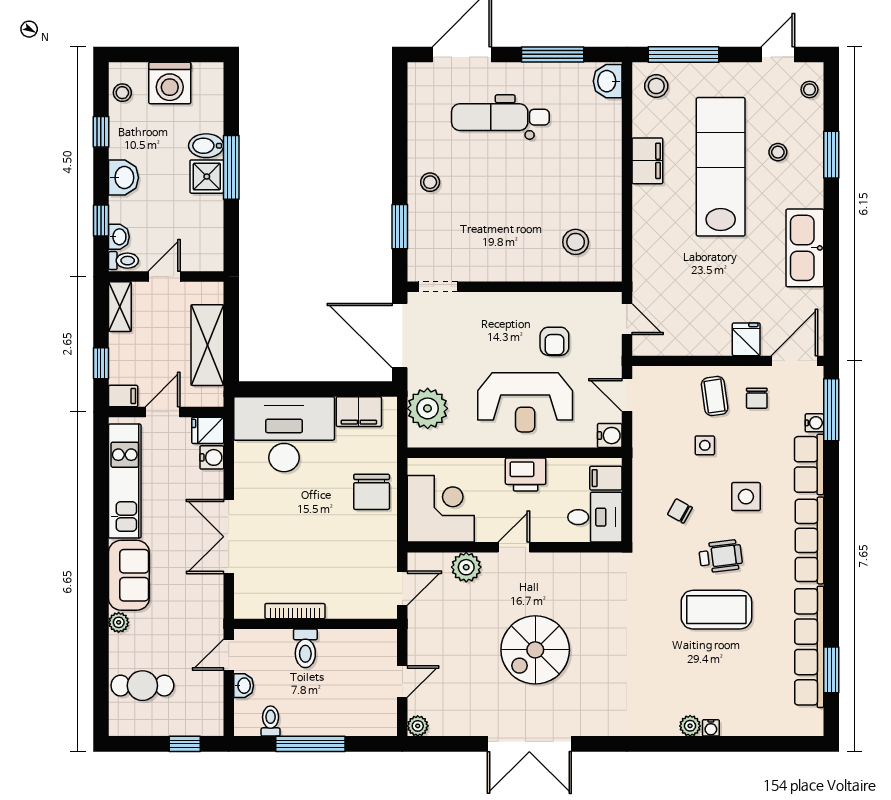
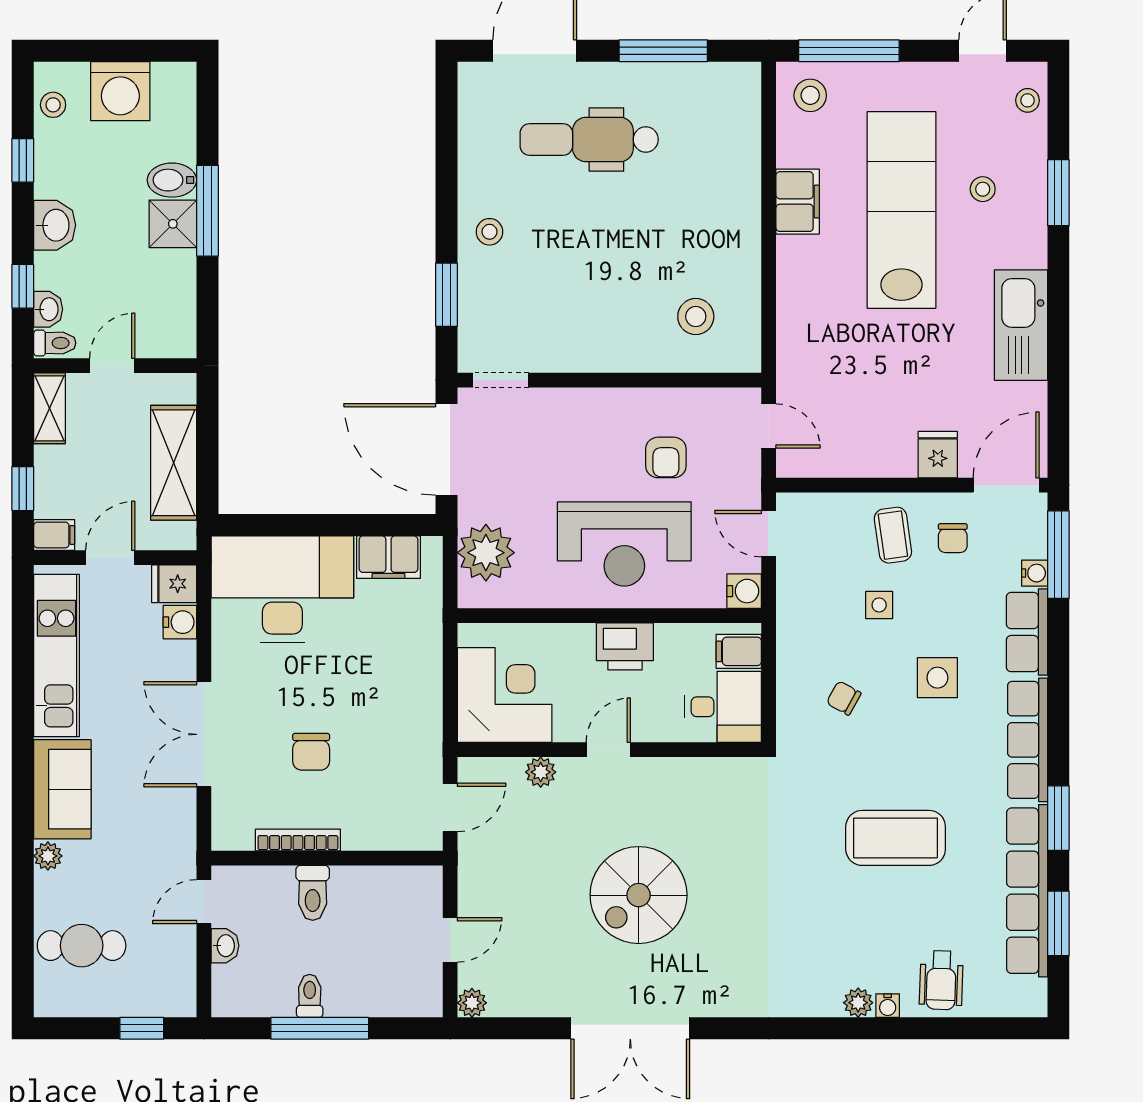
washbasin: (608, 81) -> (741, 88), removed
chair: (372, 492) -> (311, 752), moved, width x0.73, depth x0.73
wheelchair: (721, 556) -> (941, 980), moved, turned 99
plant: (466, 567) -> (541, 772), width x0.73, depth x0.73
window: (831, 596) -> (1058, 818), added
toilet: (271, 721) -> (310, 996), moved

